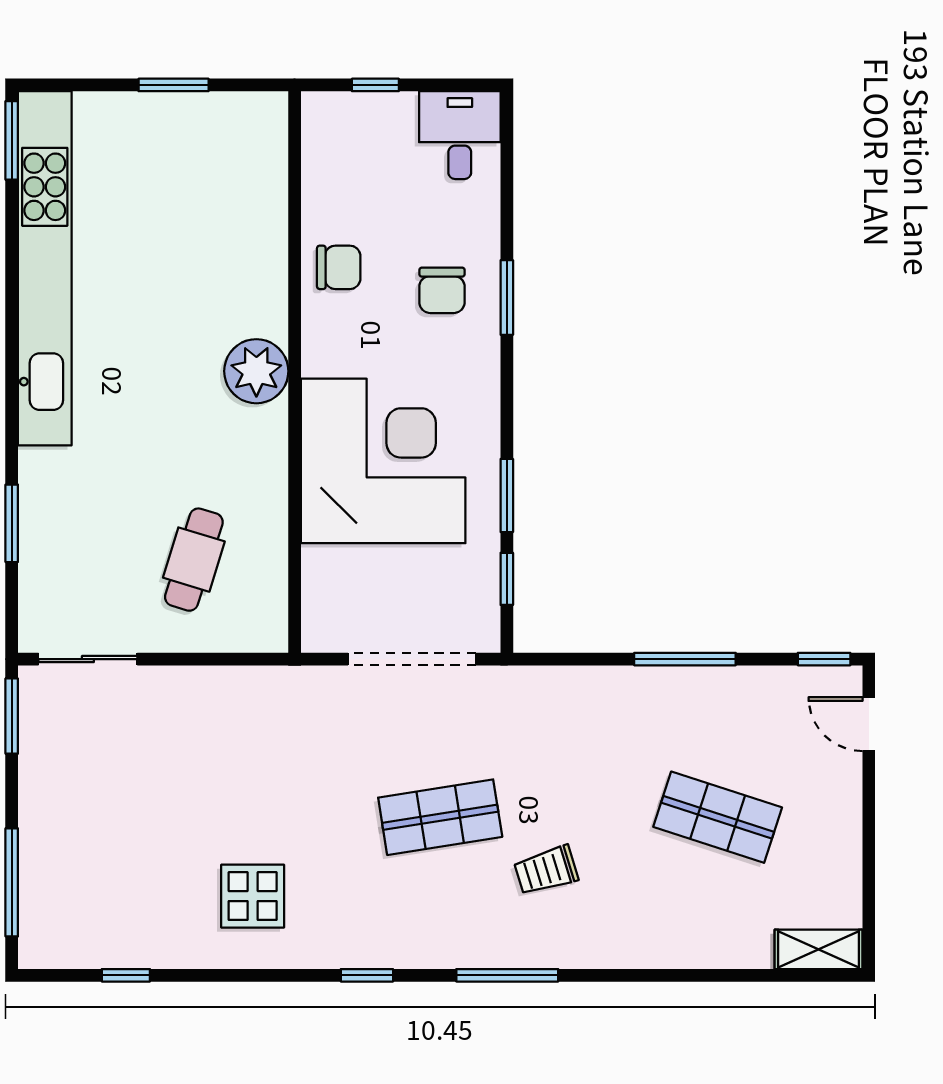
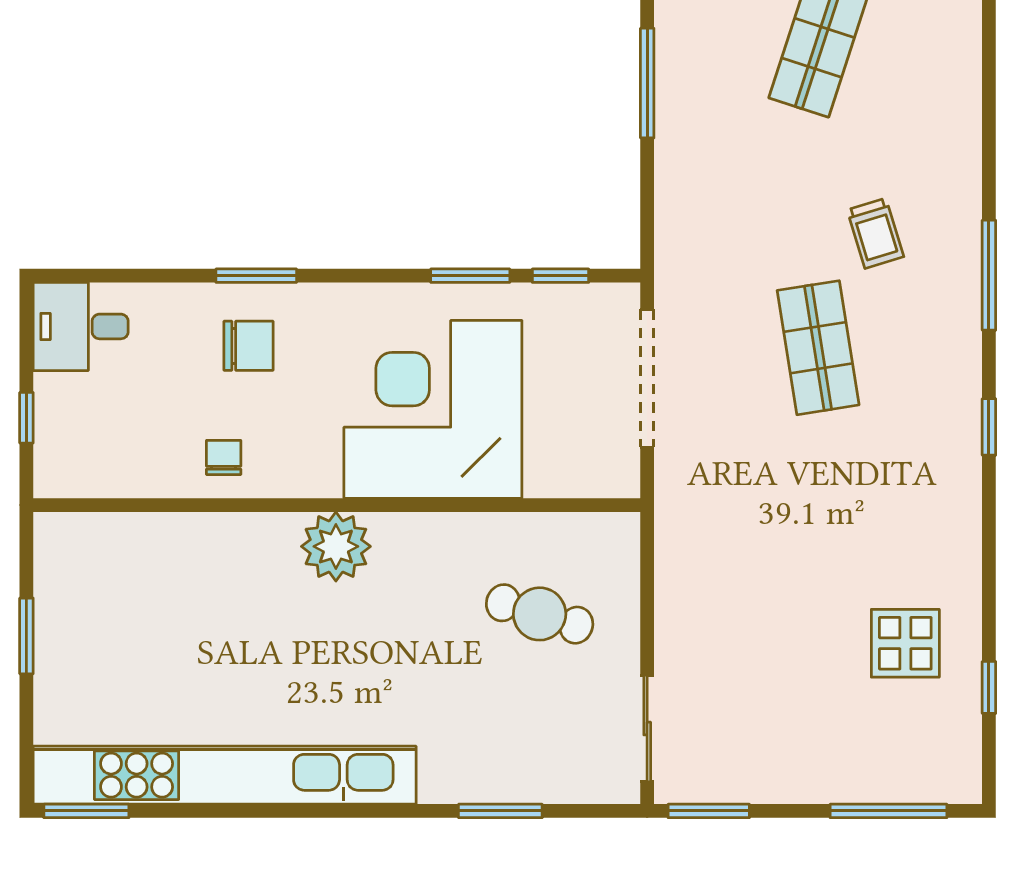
chair: (339, 267) -> (224, 457), width x0.73, depth x0.73
display table: (253, 896) -> (905, 643), moved

